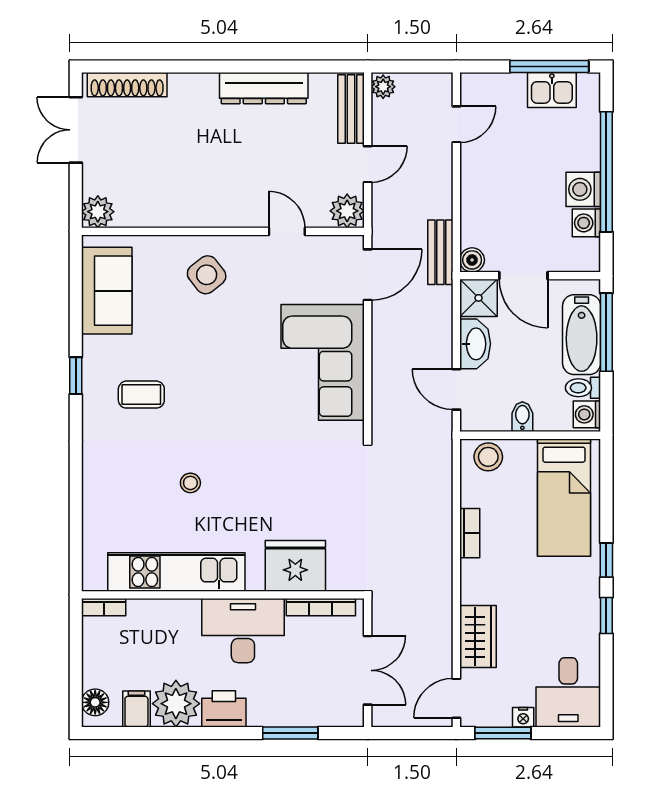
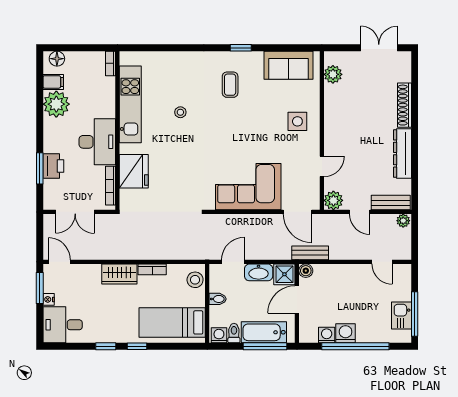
shoe rack: (127, 85) -> (404, 105), moved
plant: (98, 212) -> (333, 74), moved
side table: (207, 275) -> (297, 121), turned 38
wardrobe: (478, 637) -> (119, 274), moved
printer: (224, 709) -> (53, 166), moved

